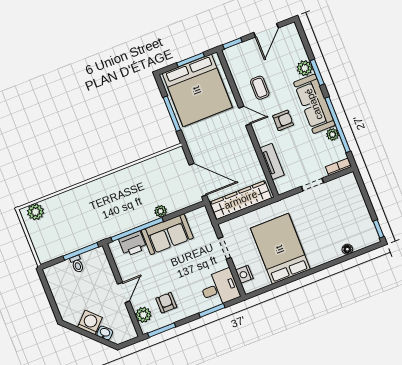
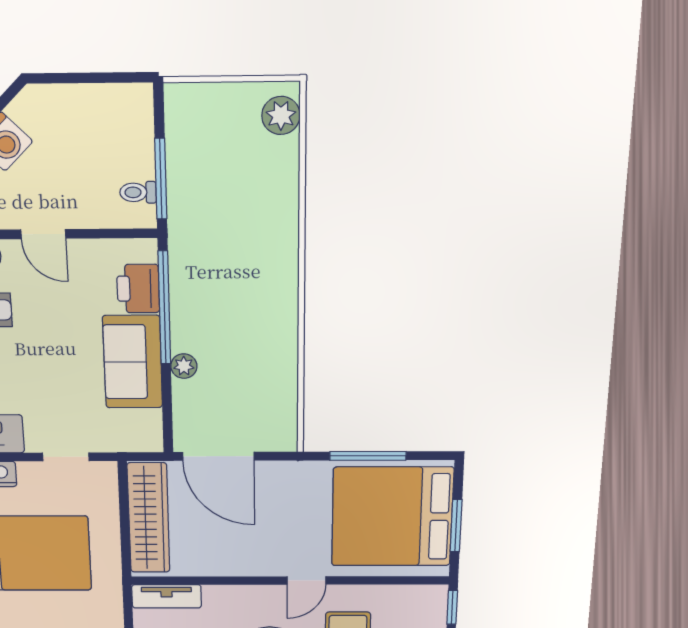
tv unit: (272, 161) -> (167, 596), moved
door: (198, 180) -> (218, 456), hinge flipped
toilet: (77, 264) -> (138, 192), moved

